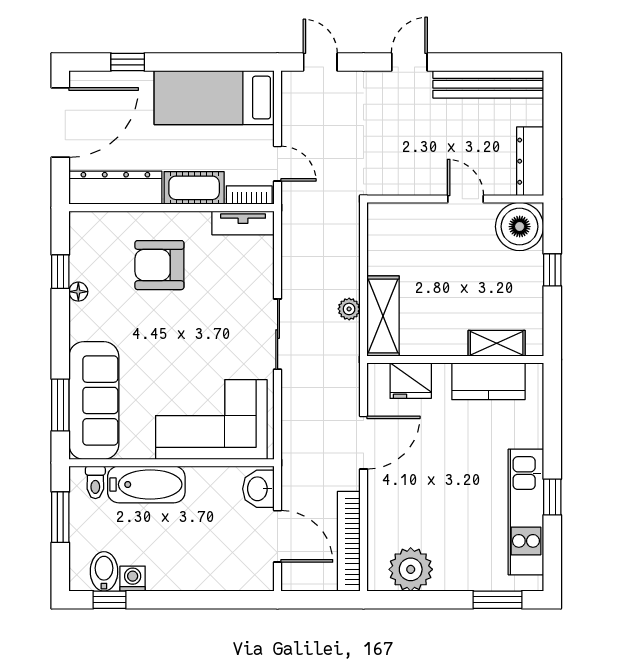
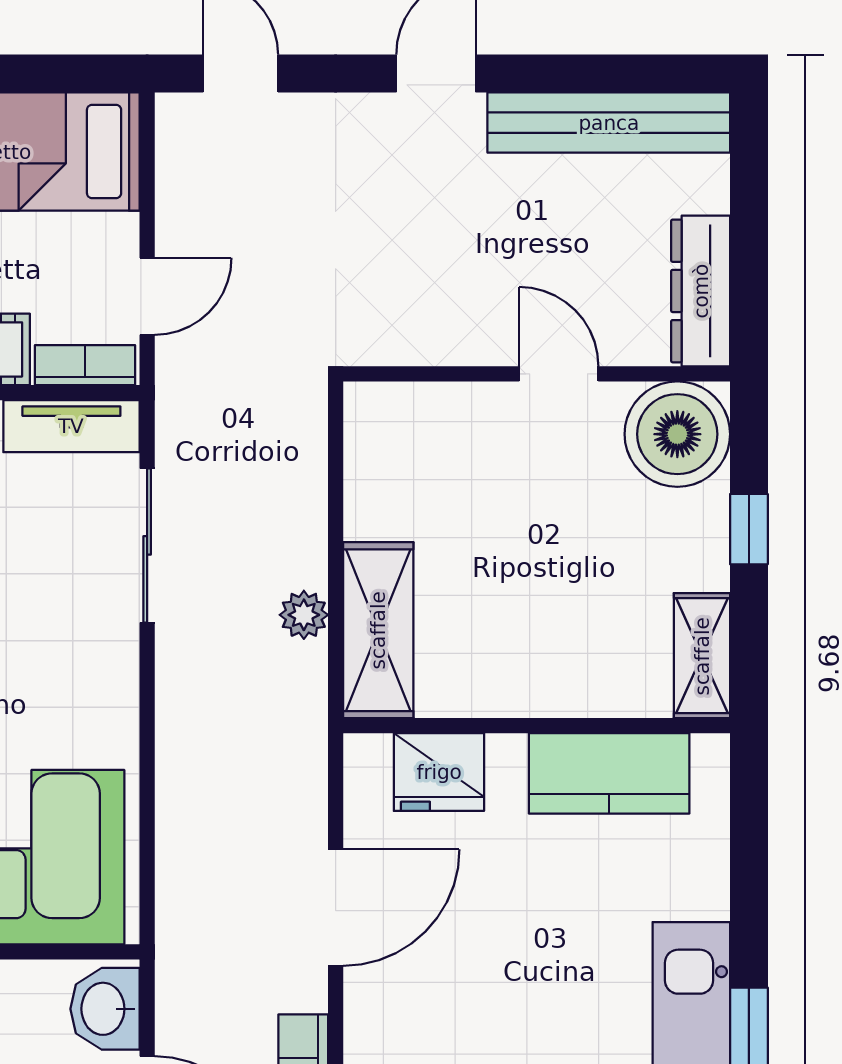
door: (278, 164) -> (147, 296), hinge flipped
sliding door: (278, 334) -> (147, 545), moved
shelving: (497, 343) -> (702, 656), moved, turned 90

